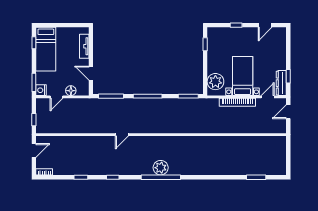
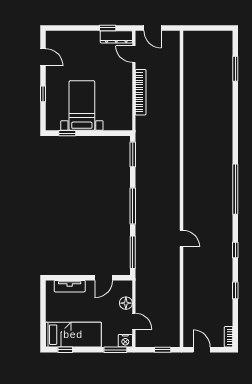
bed with nightstands: (243, 76) -> (82, 106), moved, turned 90
plant: (215, 82) -> (114, 120), removed
plant: (161, 168) -> (223, 189), removed

